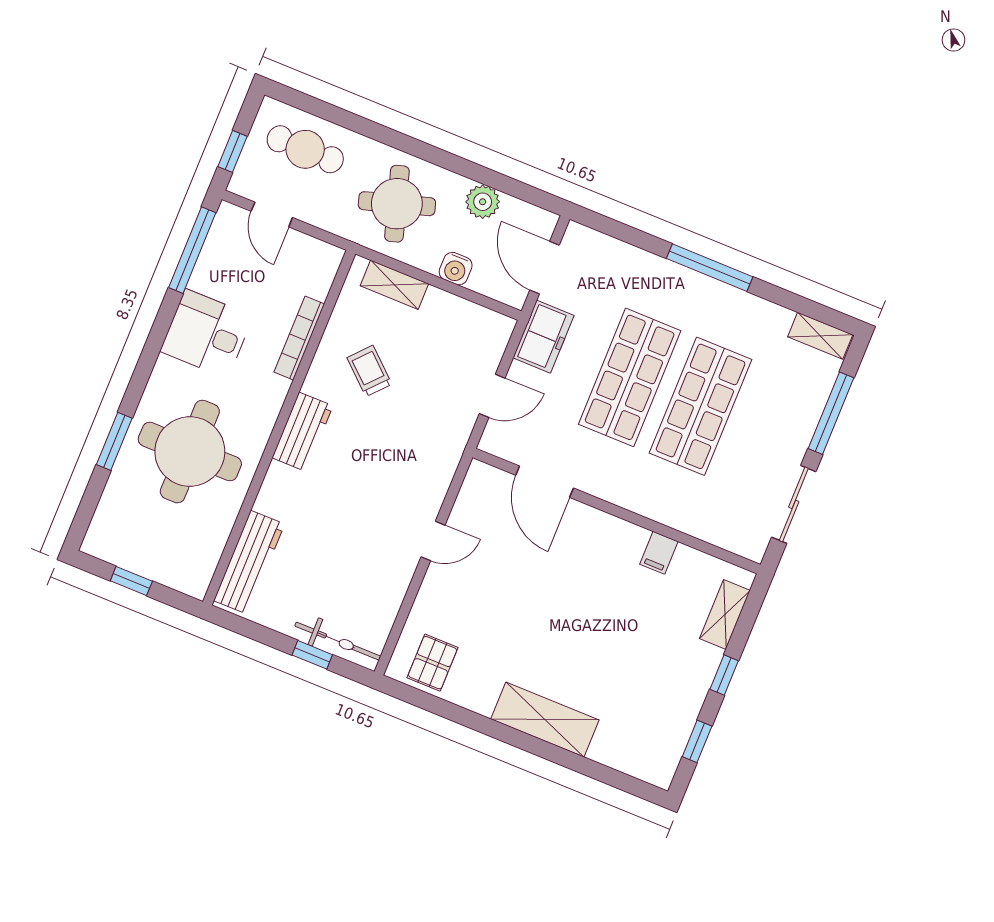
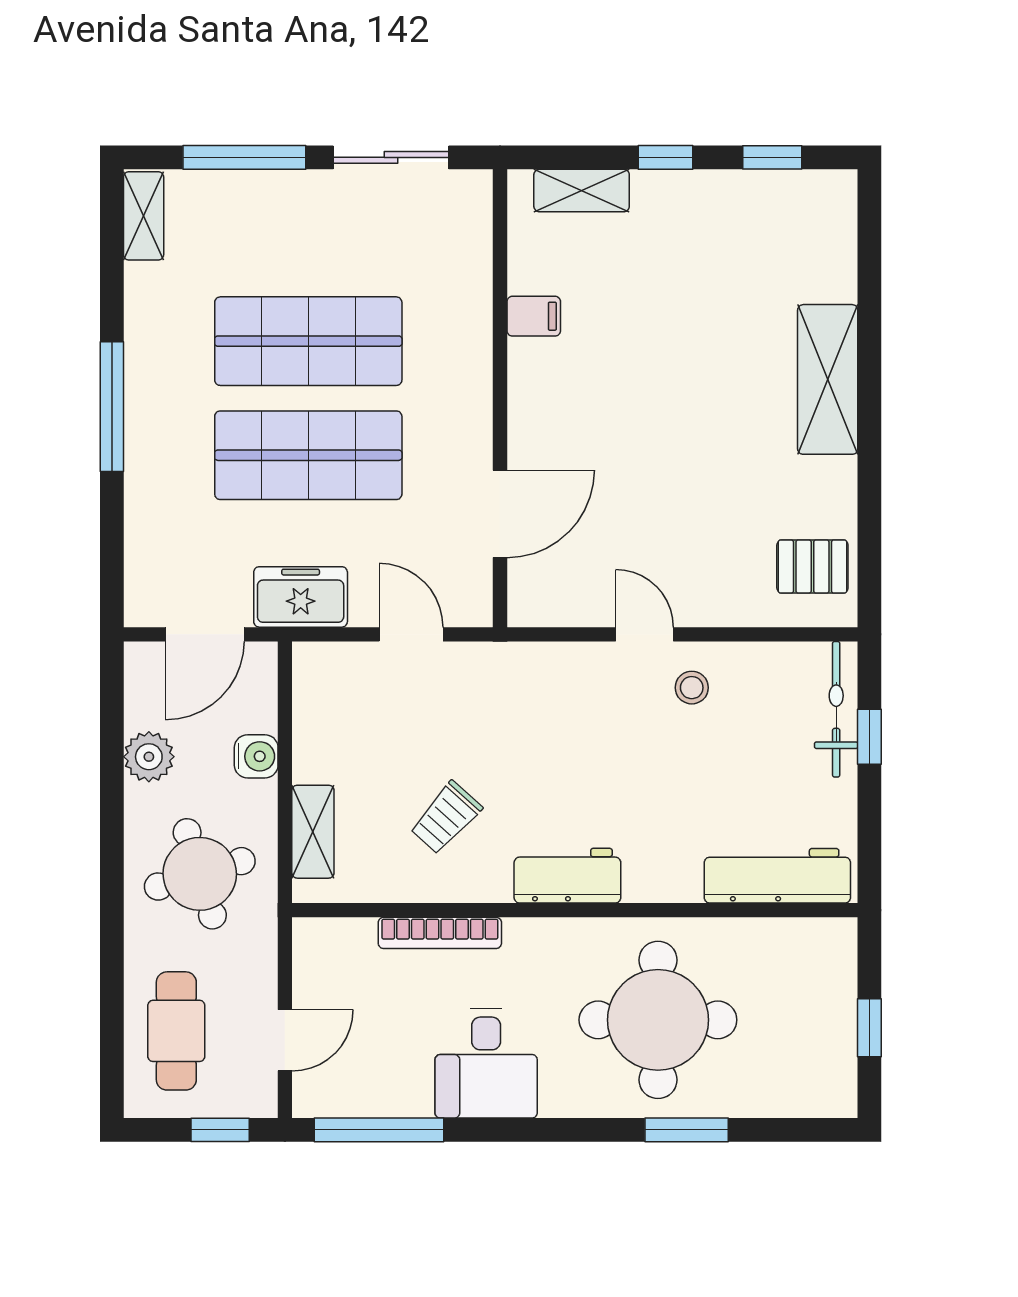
stool: (388, 557) -> (692, 688), added

